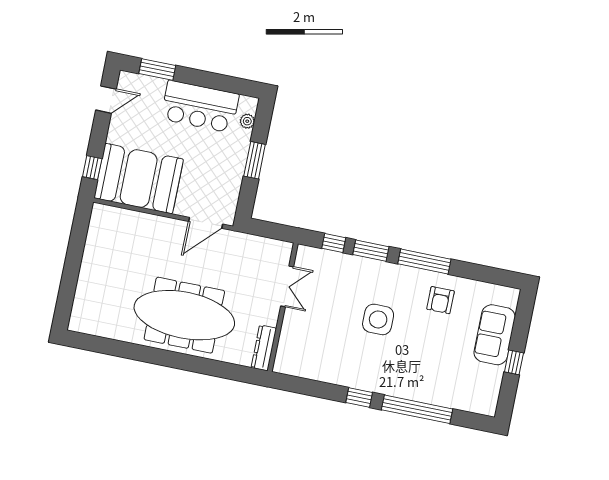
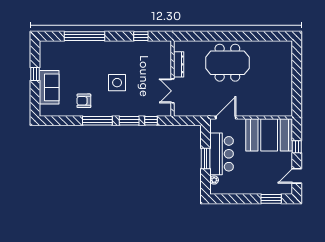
bar counter: (200, 107) -> (222, 154), moved, turned 90
window: (92, 168) -> (297, 147), moved
armchair: (440, 300) -> (84, 101), turned -90
meeting table: (184, 315) -> (227, 63), width x0.73
dresser: (264, 348) -> (179, 64), moved
window: (359, 397) -> (141, 36), moved

